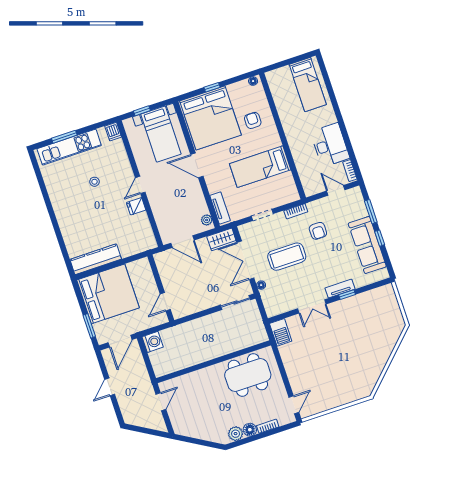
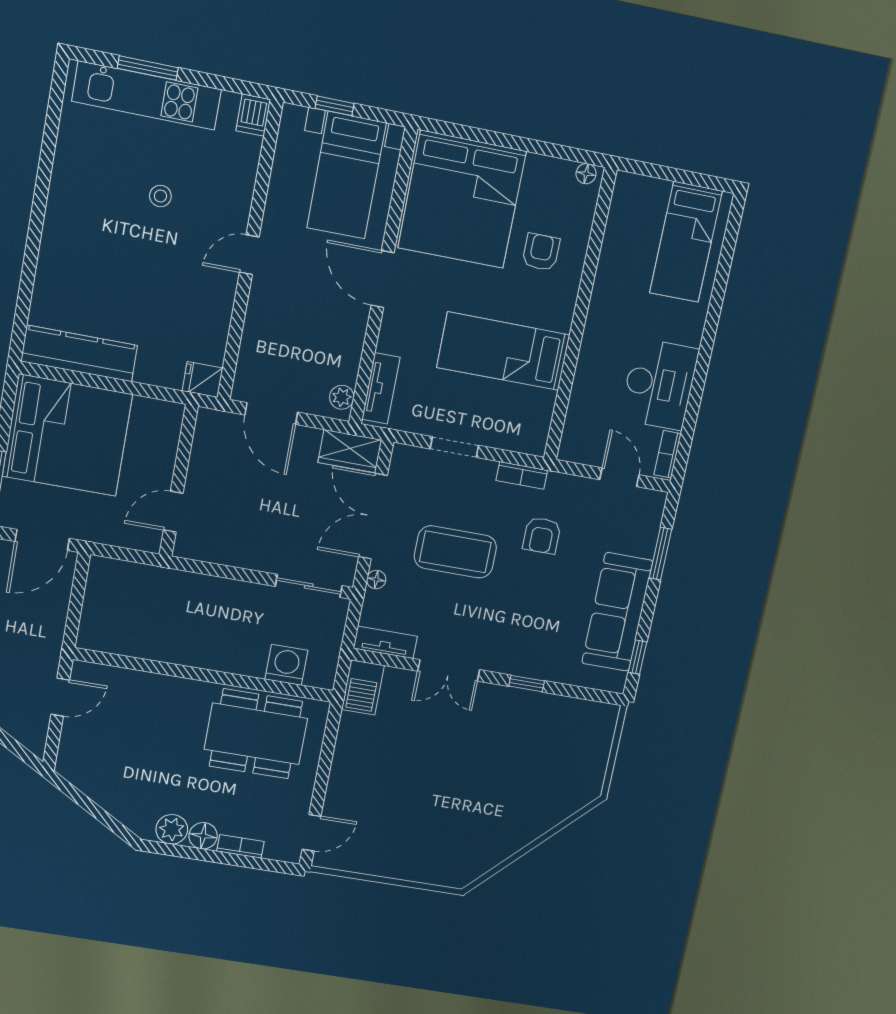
window: (212, 87) -> (500, 139), removed
fridge: (136, 206) -> (203, 380), moved
window: (380, 238) -> (637, 657), moved
tv unit: (340, 288) -> (385, 642), moved
washing machine: (153, 342) -> (286, 665), moved, turned -90

